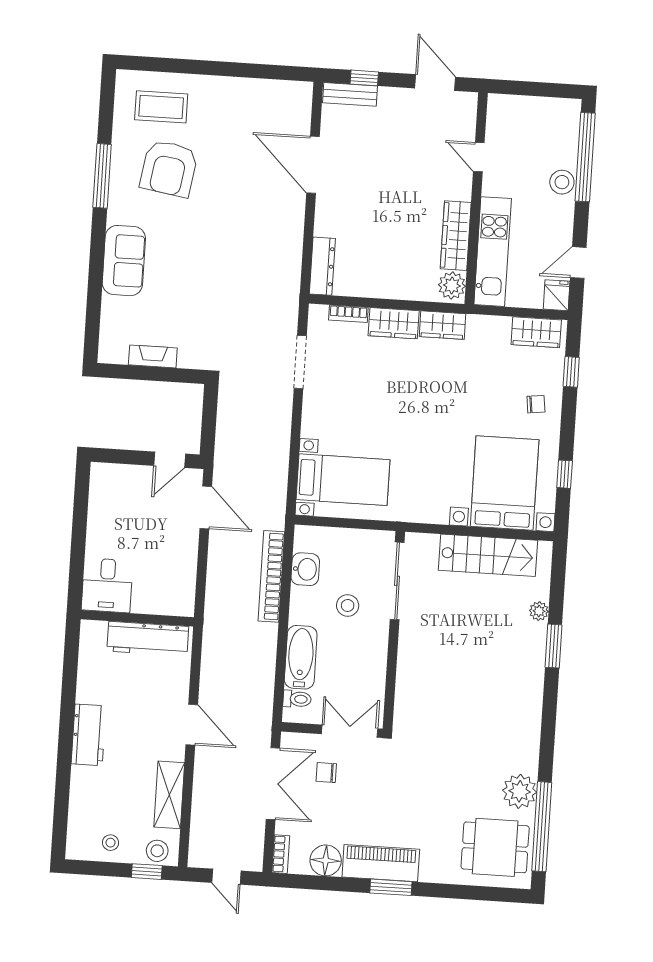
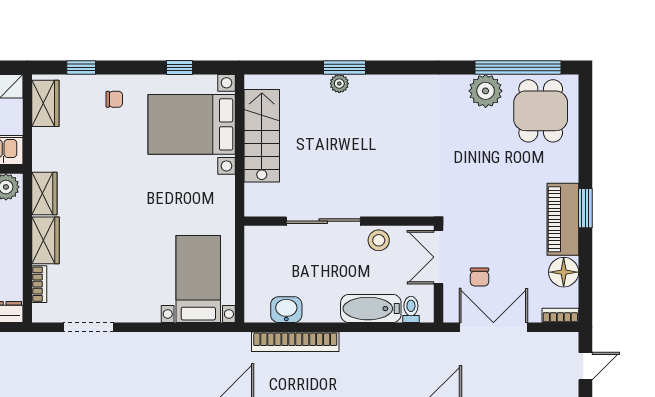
chair: (536, 404) -> (114, 99), turned 97
sliding door: (397, 581) -> (323, 221), moved
stool: (348, 605) -> (379, 240), moved
plant: (539, 611) -> (339, 84), moved

